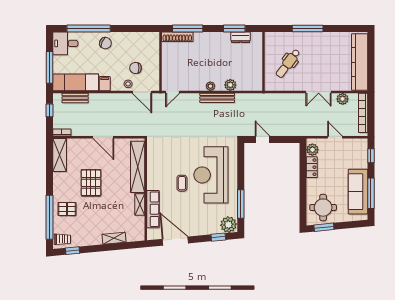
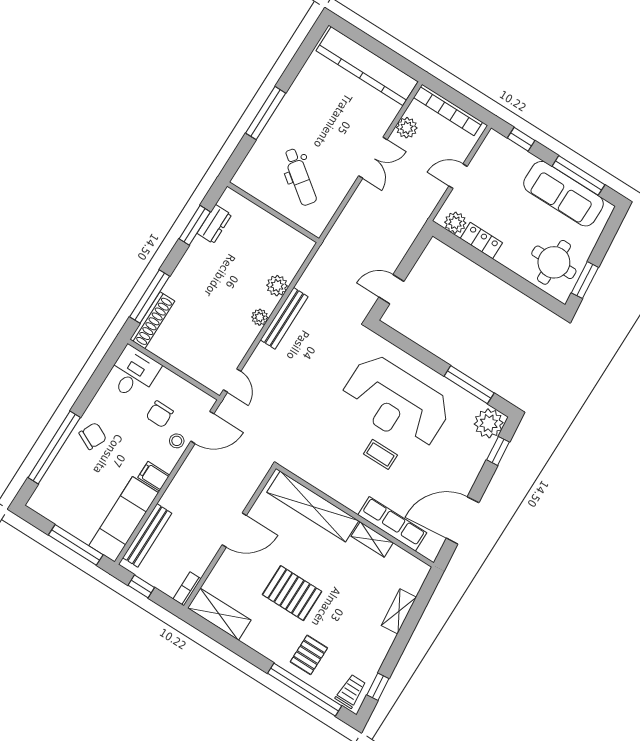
desk: (65, 43) -> (133, 373), moved, turned 180
bench: (75, 98) -> (147, 535), width x1.36

